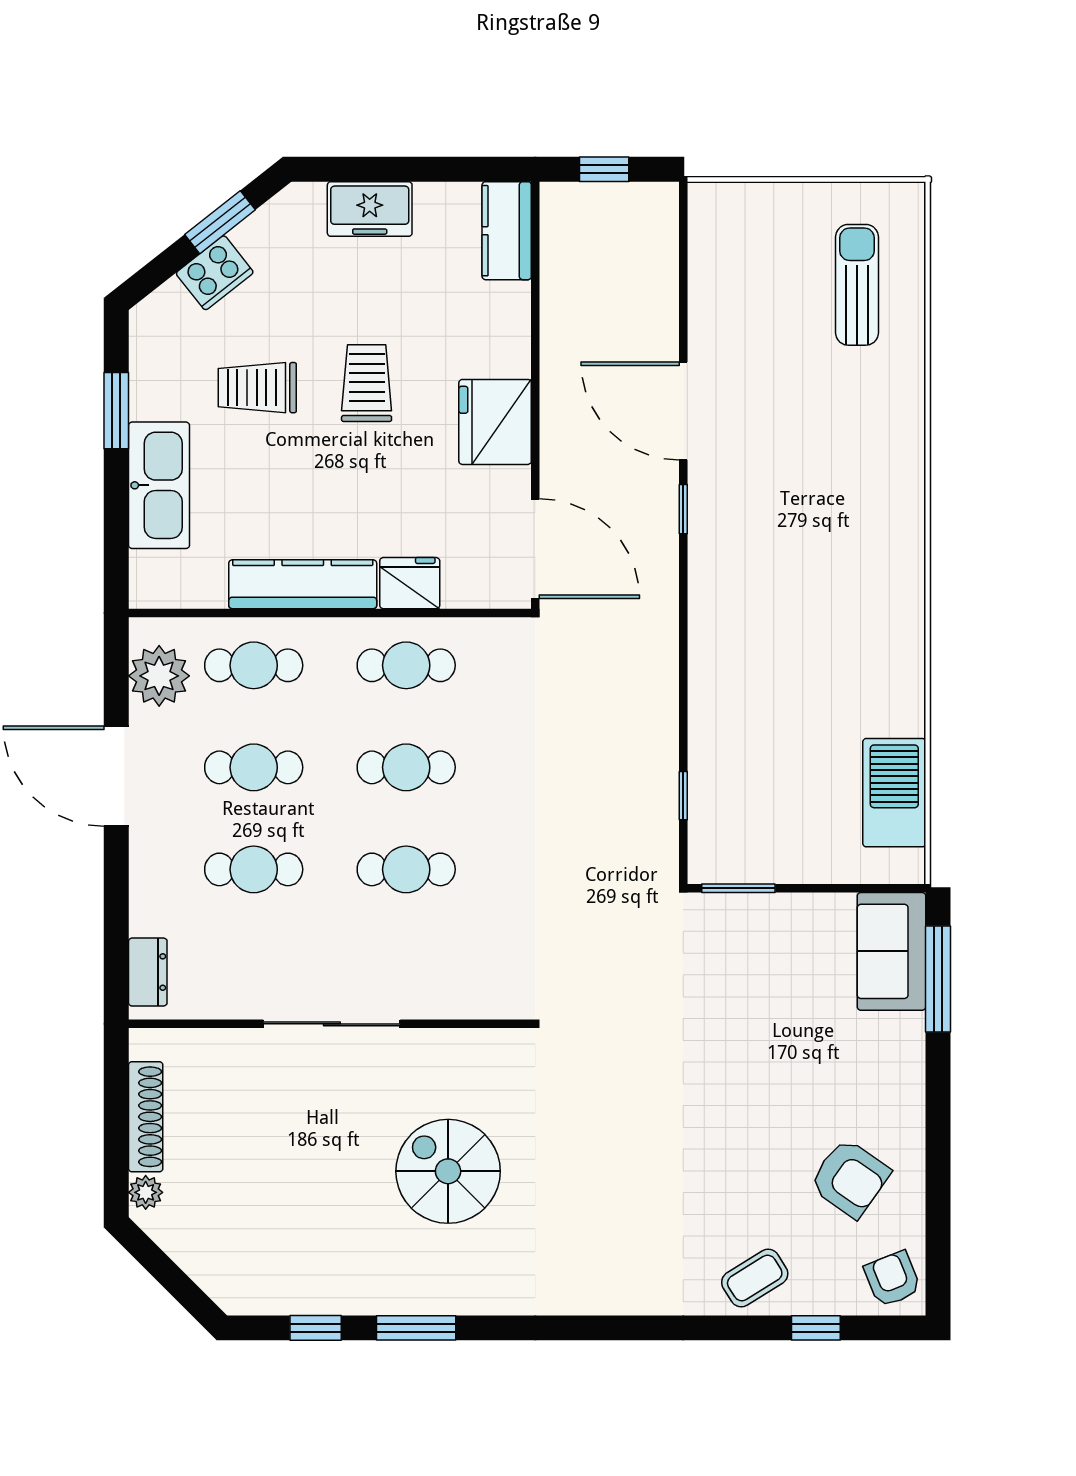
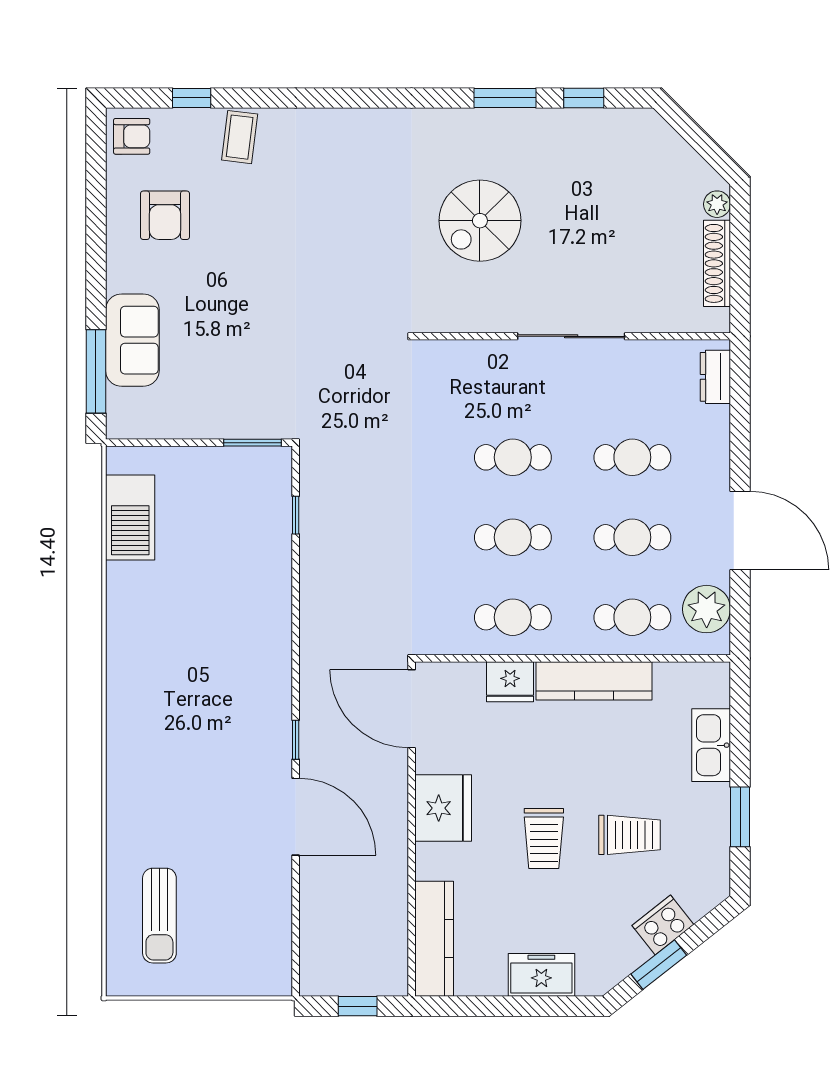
kitchen counter: (507, 231) -> (434, 939), width x1.50
kitchen sink: (159, 485) -> (711, 745), width x0.73, depth x0.81
sofa: (891, 951) -> (132, 340), moved
spiral stairs: (448, 1171) -> (480, 221), turned 90
armchair: (850, 1178) -> (165, 215), turned -125
coffee table: (755, 1278) -> (240, 137), turned -51
armchair: (892, 1279) -> (132, 136), turned -68

